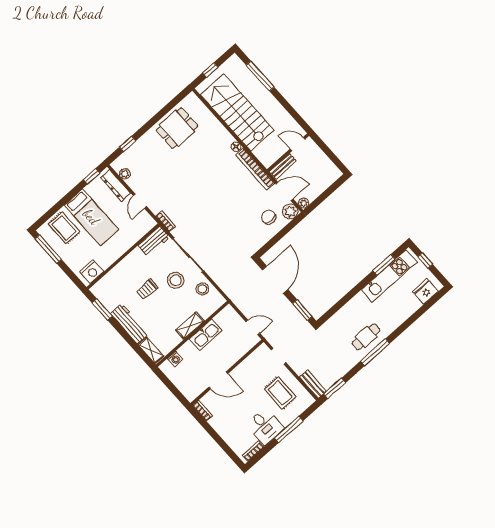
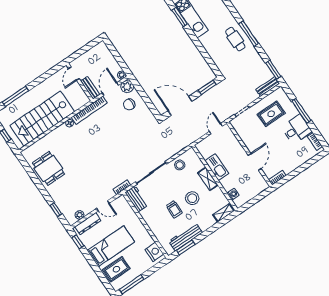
stool: (176, 280) -> (192, 198), moved
workbench: (130, 324) -> (186, 237), moved

